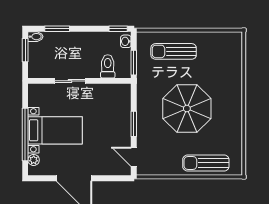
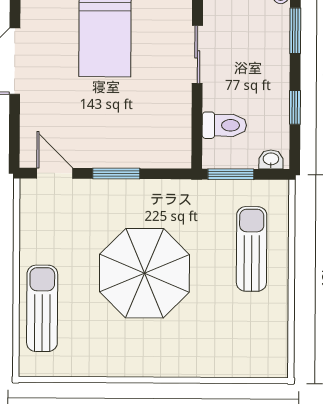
window: (118, 29) -> (295, 107), moved
door: (134, 157) -> (55, 173), hinge flipped

